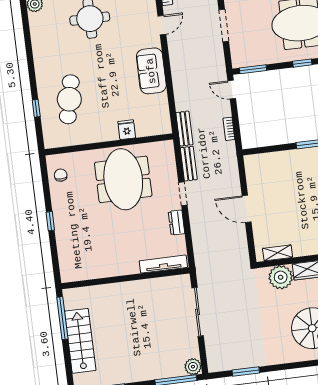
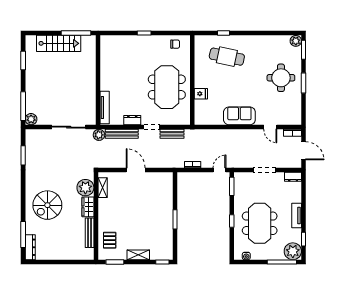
bench: (184, 129) -> (122, 134), moved, width x1.36
meeting table: (123, 179) -> (167, 87), turned 90
door: (247, 209) -> (136, 170), hinge flipped
plant: (203, 267) -> (99, 135), added

